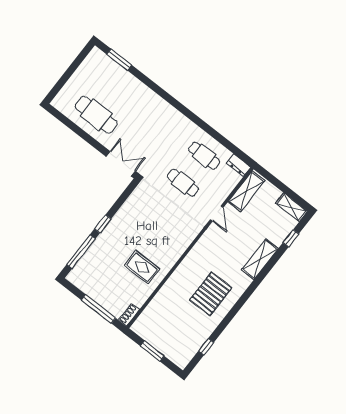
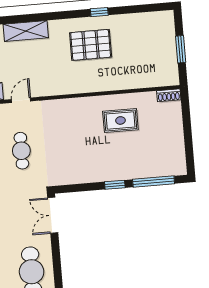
rug: (142, 267) -> (120, 120), turned 90
window: (98, 309) -> (187, 124), removed
window: (206, 347) -> (99, 12), moved

